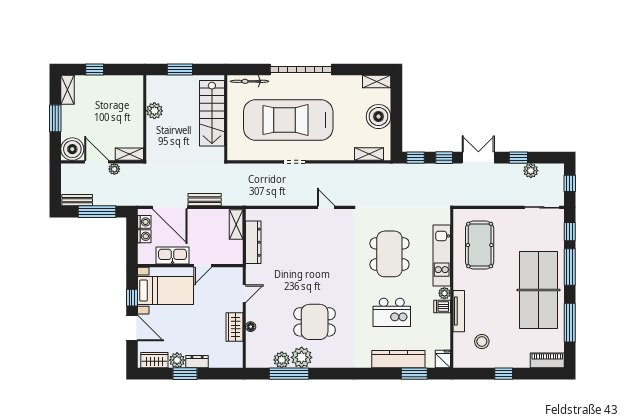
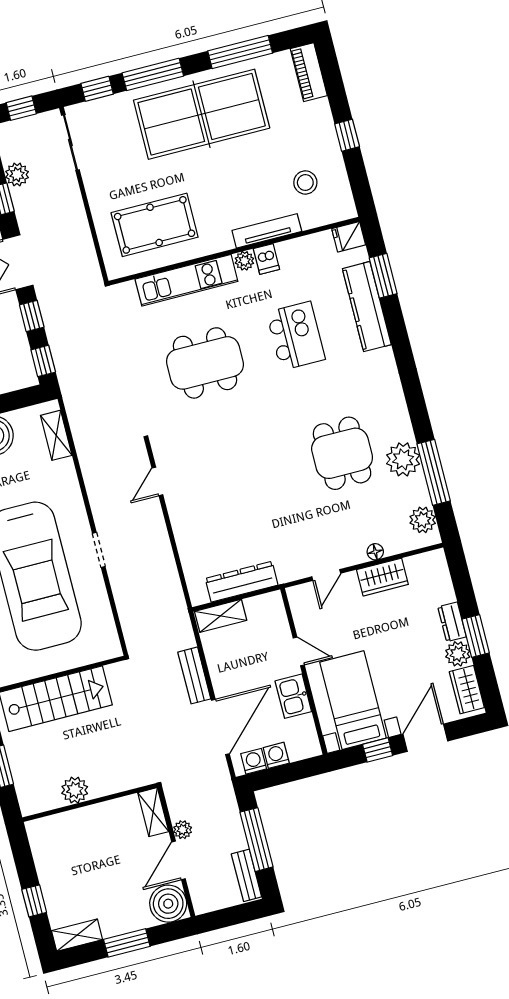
kitchen sink: (172, 256) -> (293, 696), width x0.73
door: (244, 294) -> (326, 575), swing flipped
plant: (282, 360) -> (423, 520), moved

